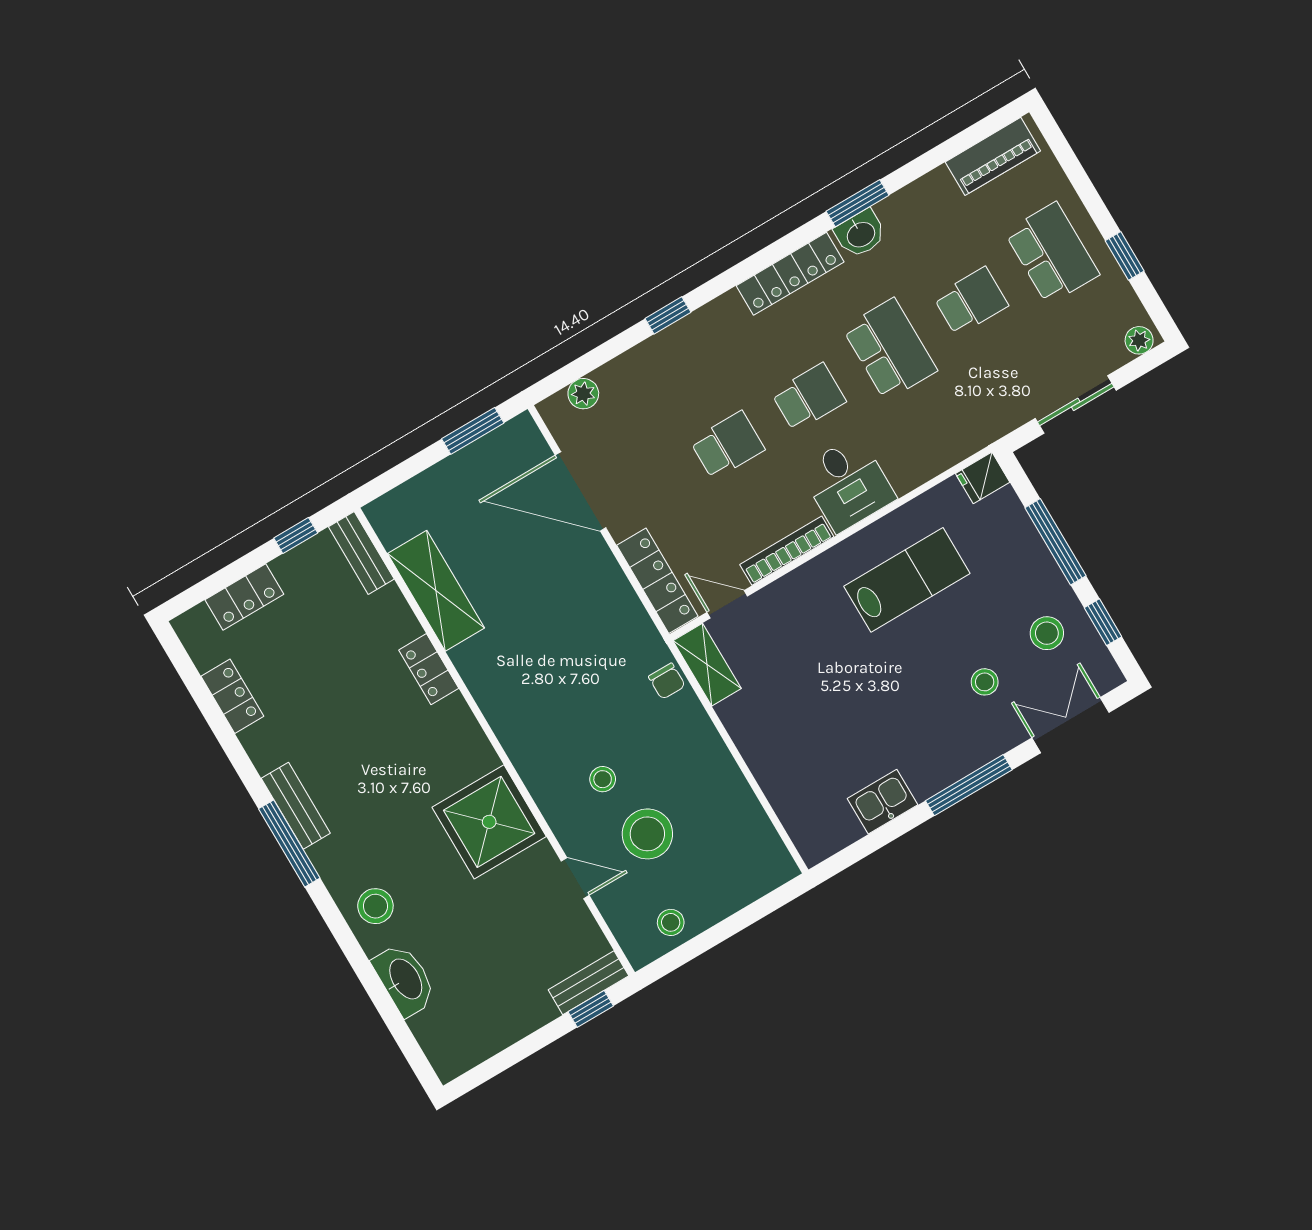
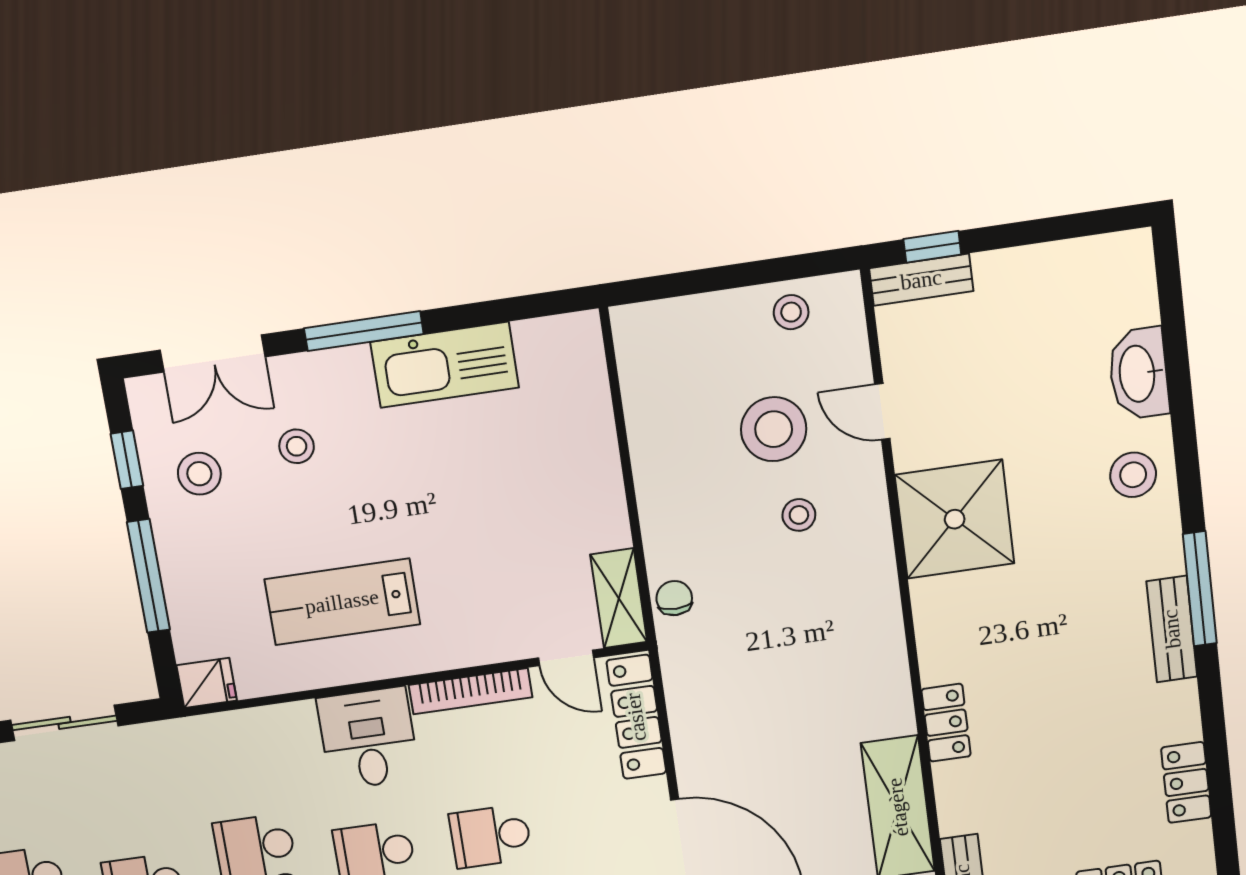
kitchen sink: (883, 802) -> (445, 365), width x1.88, depth x1.24

